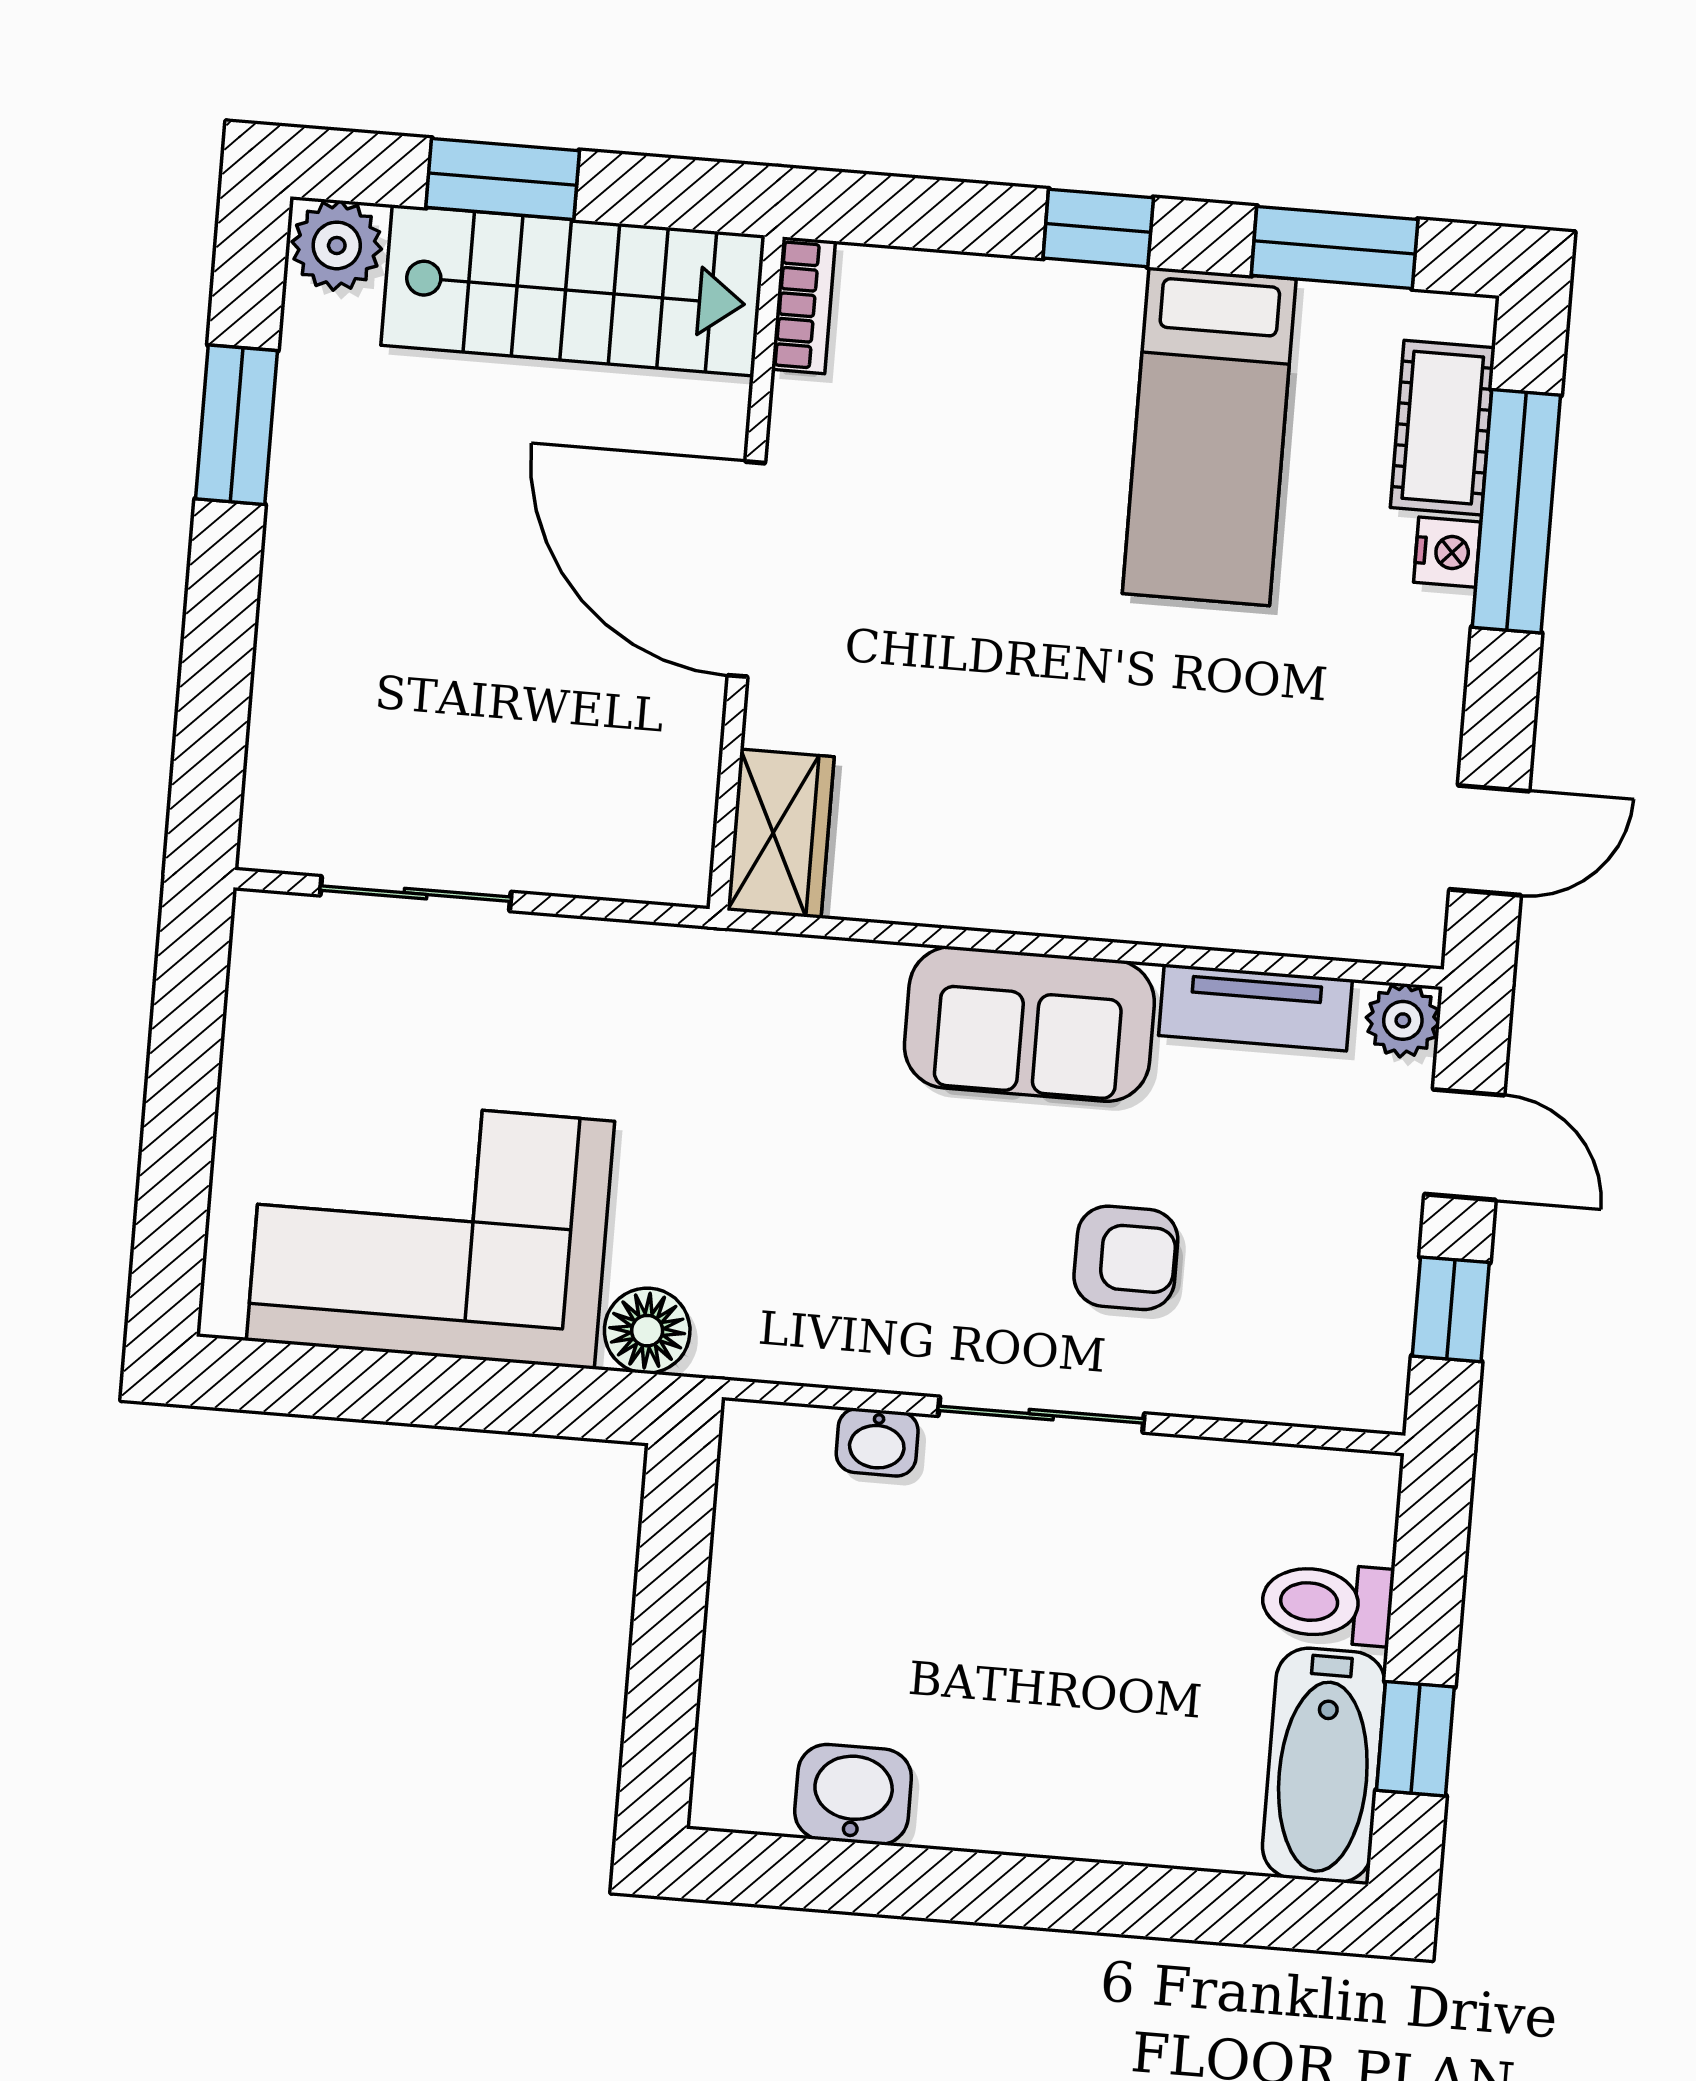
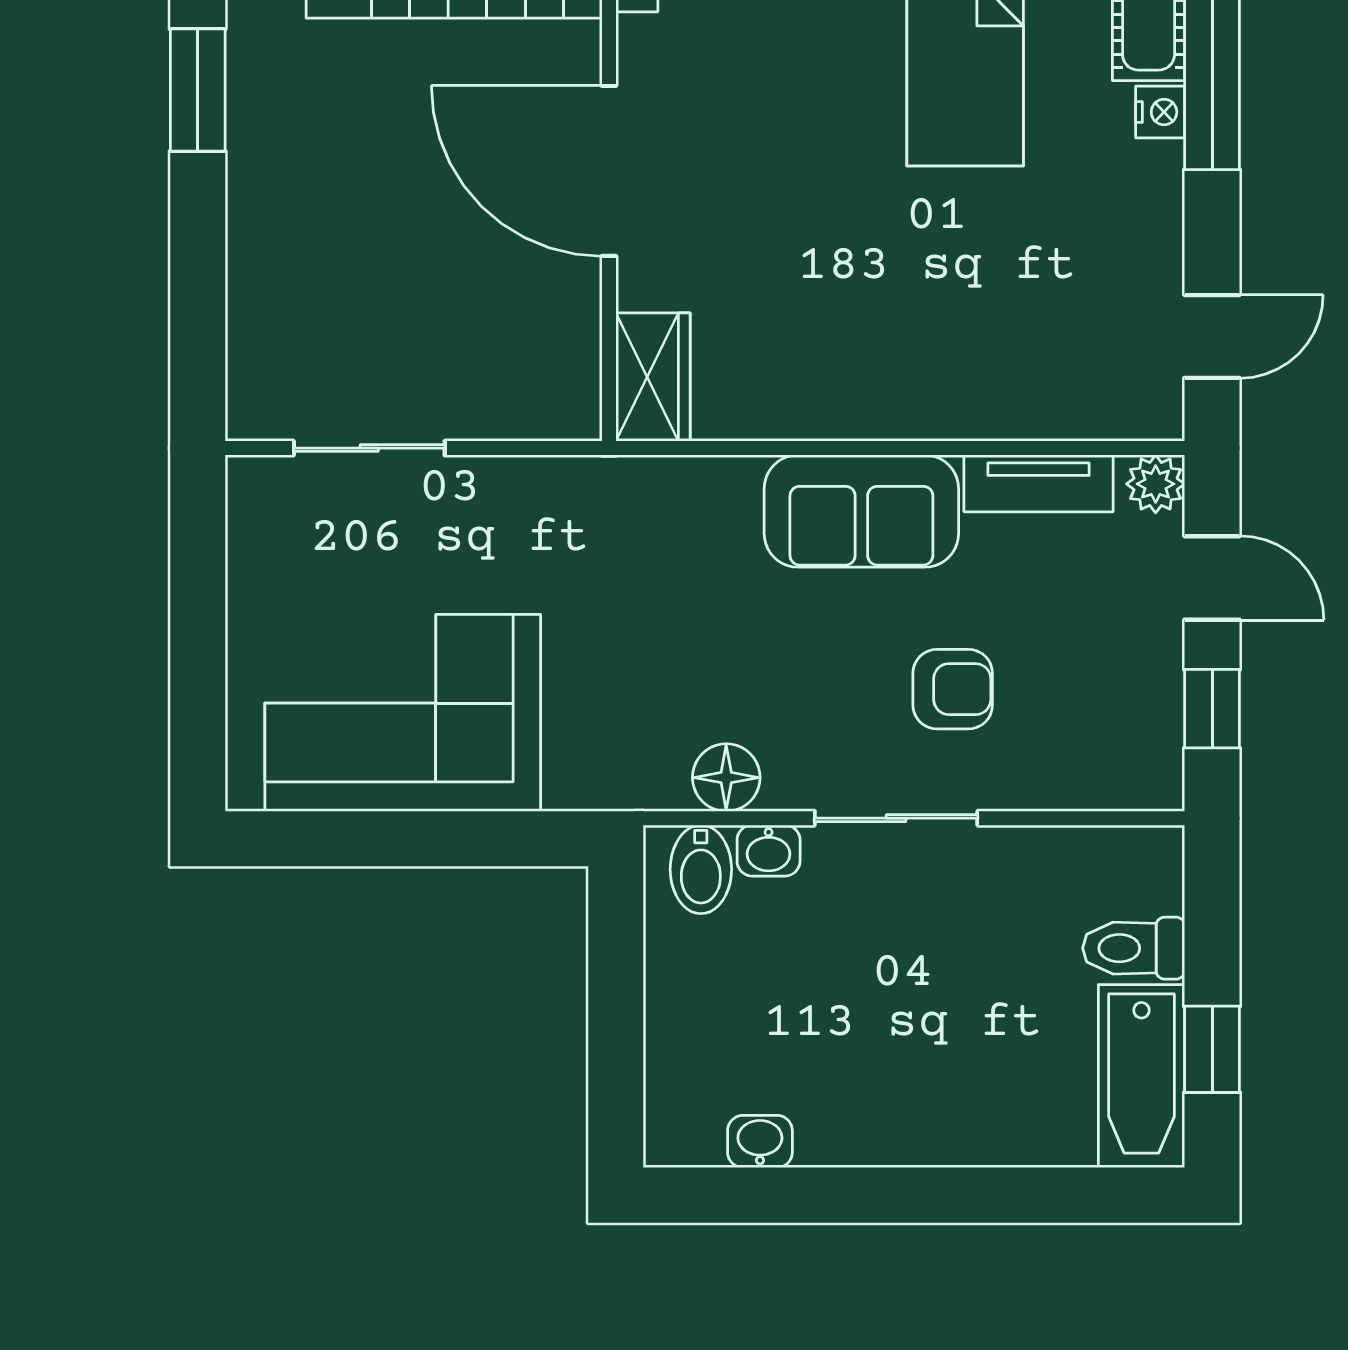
floor lamp: (647, 1331) -> (726, 778), moved
bidet: (790, 1459) -> (701, 869), added
washbasin: (853, 1794) -> (760, 1141), width x0.72, depth x0.69

